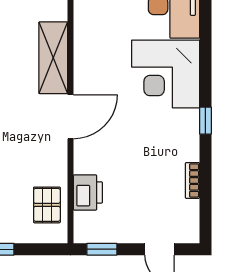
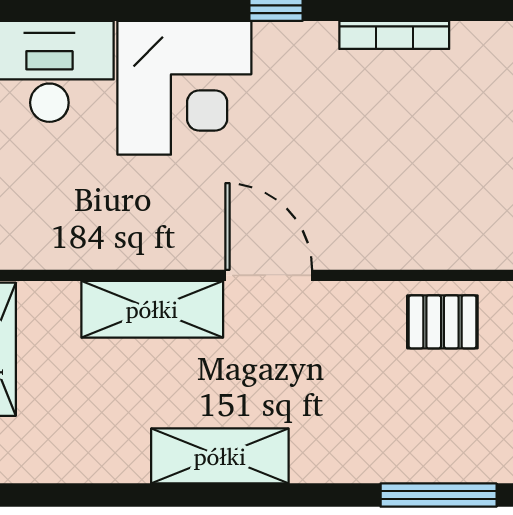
bookcase: (192, 180) -> (394, 35), width x1.56
printer: (88, 192) -> (418, 241), removed

